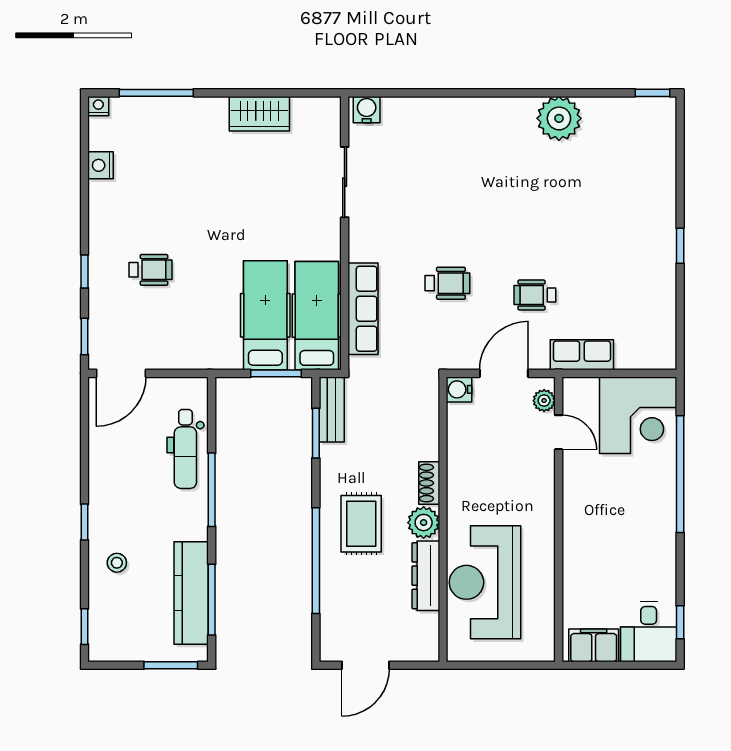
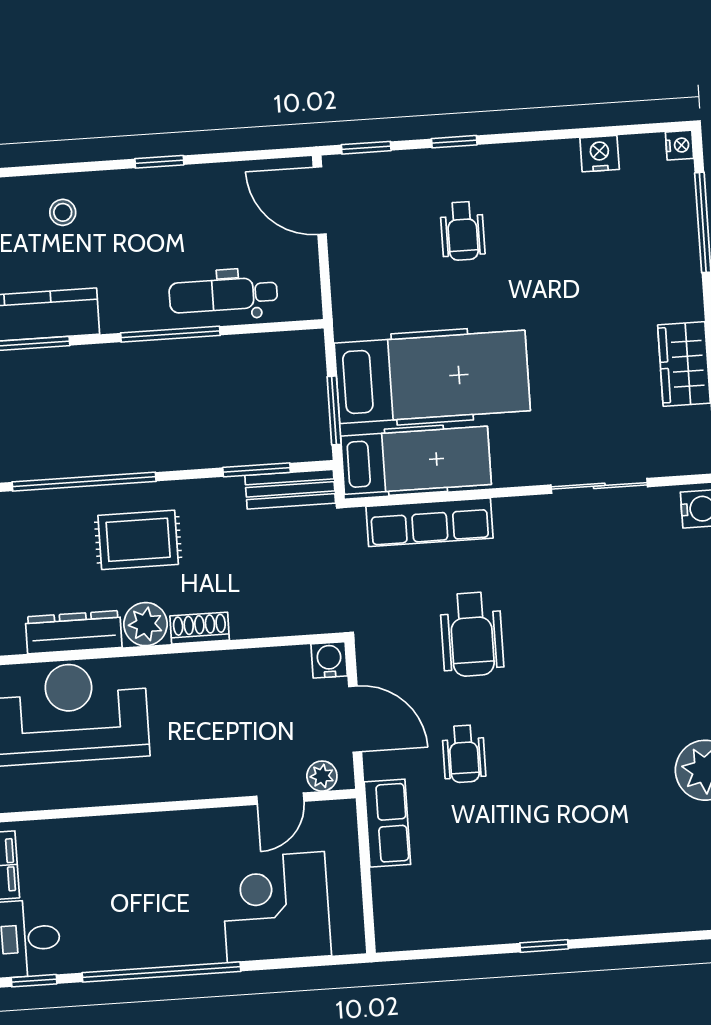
wheelchair: (447, 283) -> (472, 634), width x1.36, depth x1.37
wheelchair: (535, 295) -> (464, 754), turned 180
hospital bed: (265, 315) -> (432, 377), width x1.37, depth x1.29
corner desk: (638, 415) -> (276, 907), moved, turned 90
window: (680, 474) -> (161, 972), moved
window: (85, 522) -> (159, 162), moved

